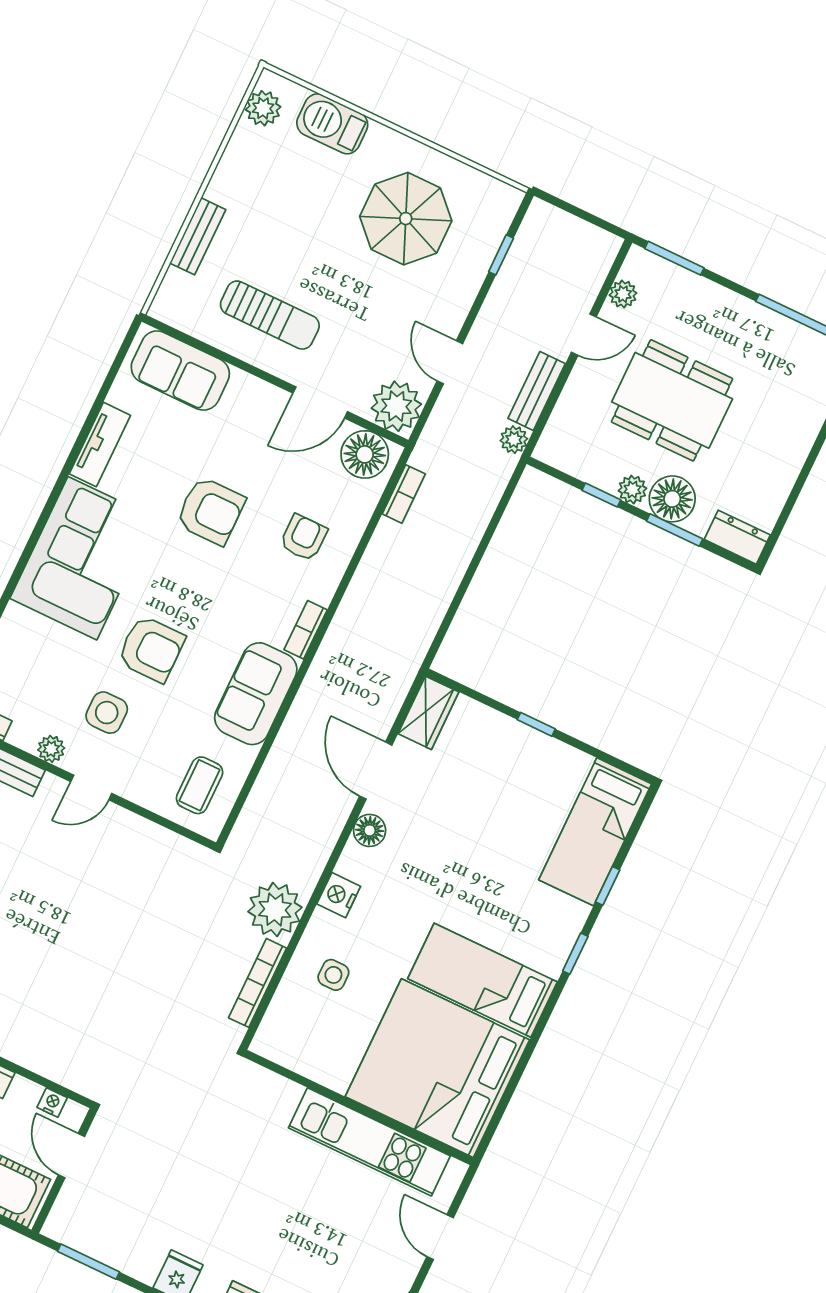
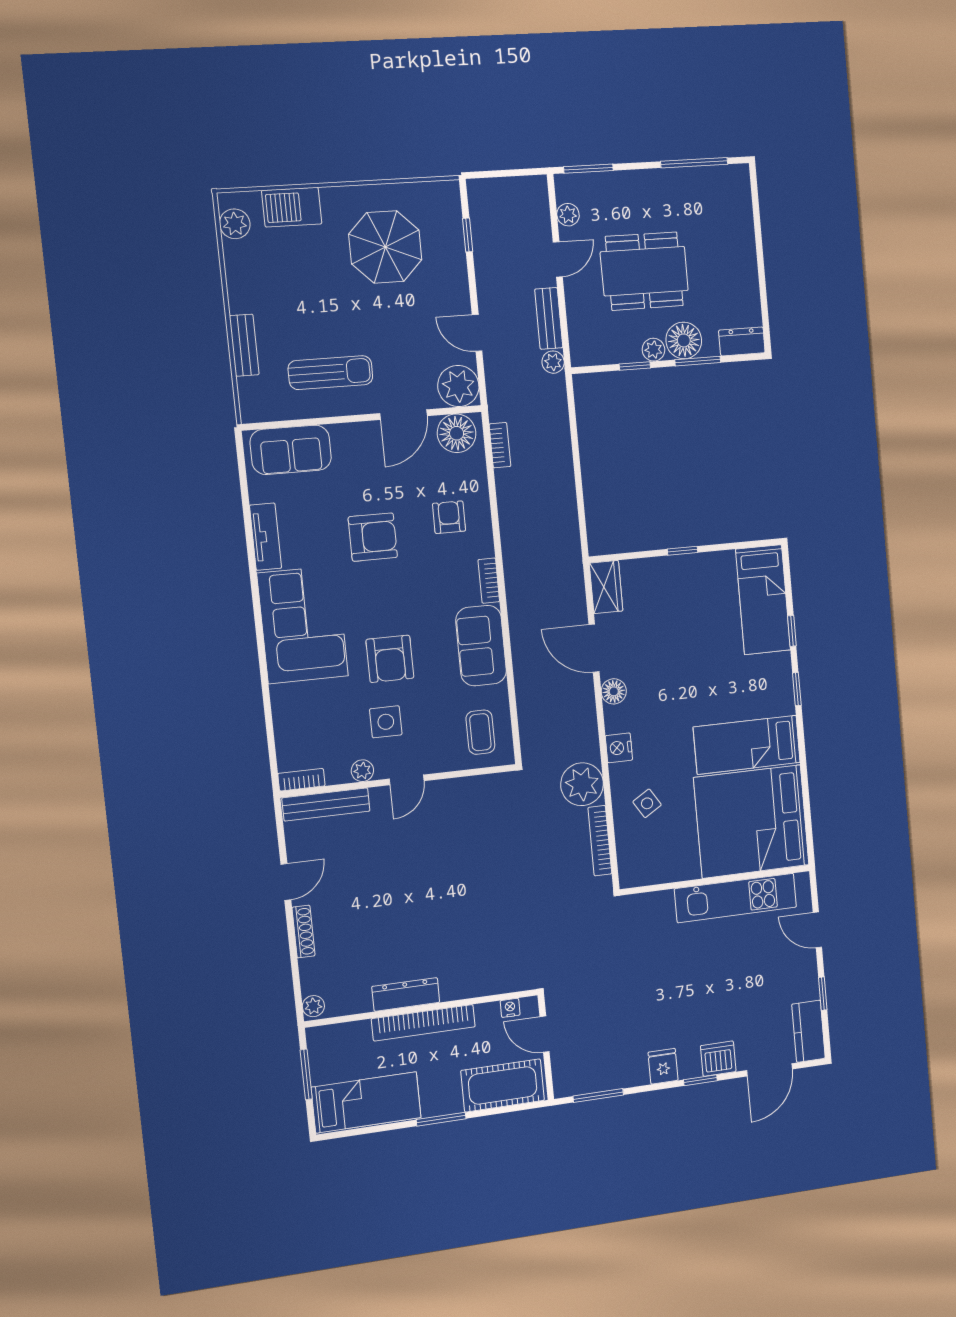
armchair: (151, 649) -> (390, 659), turned 90
side table: (333, 975) -> (647, 803), turned -32

